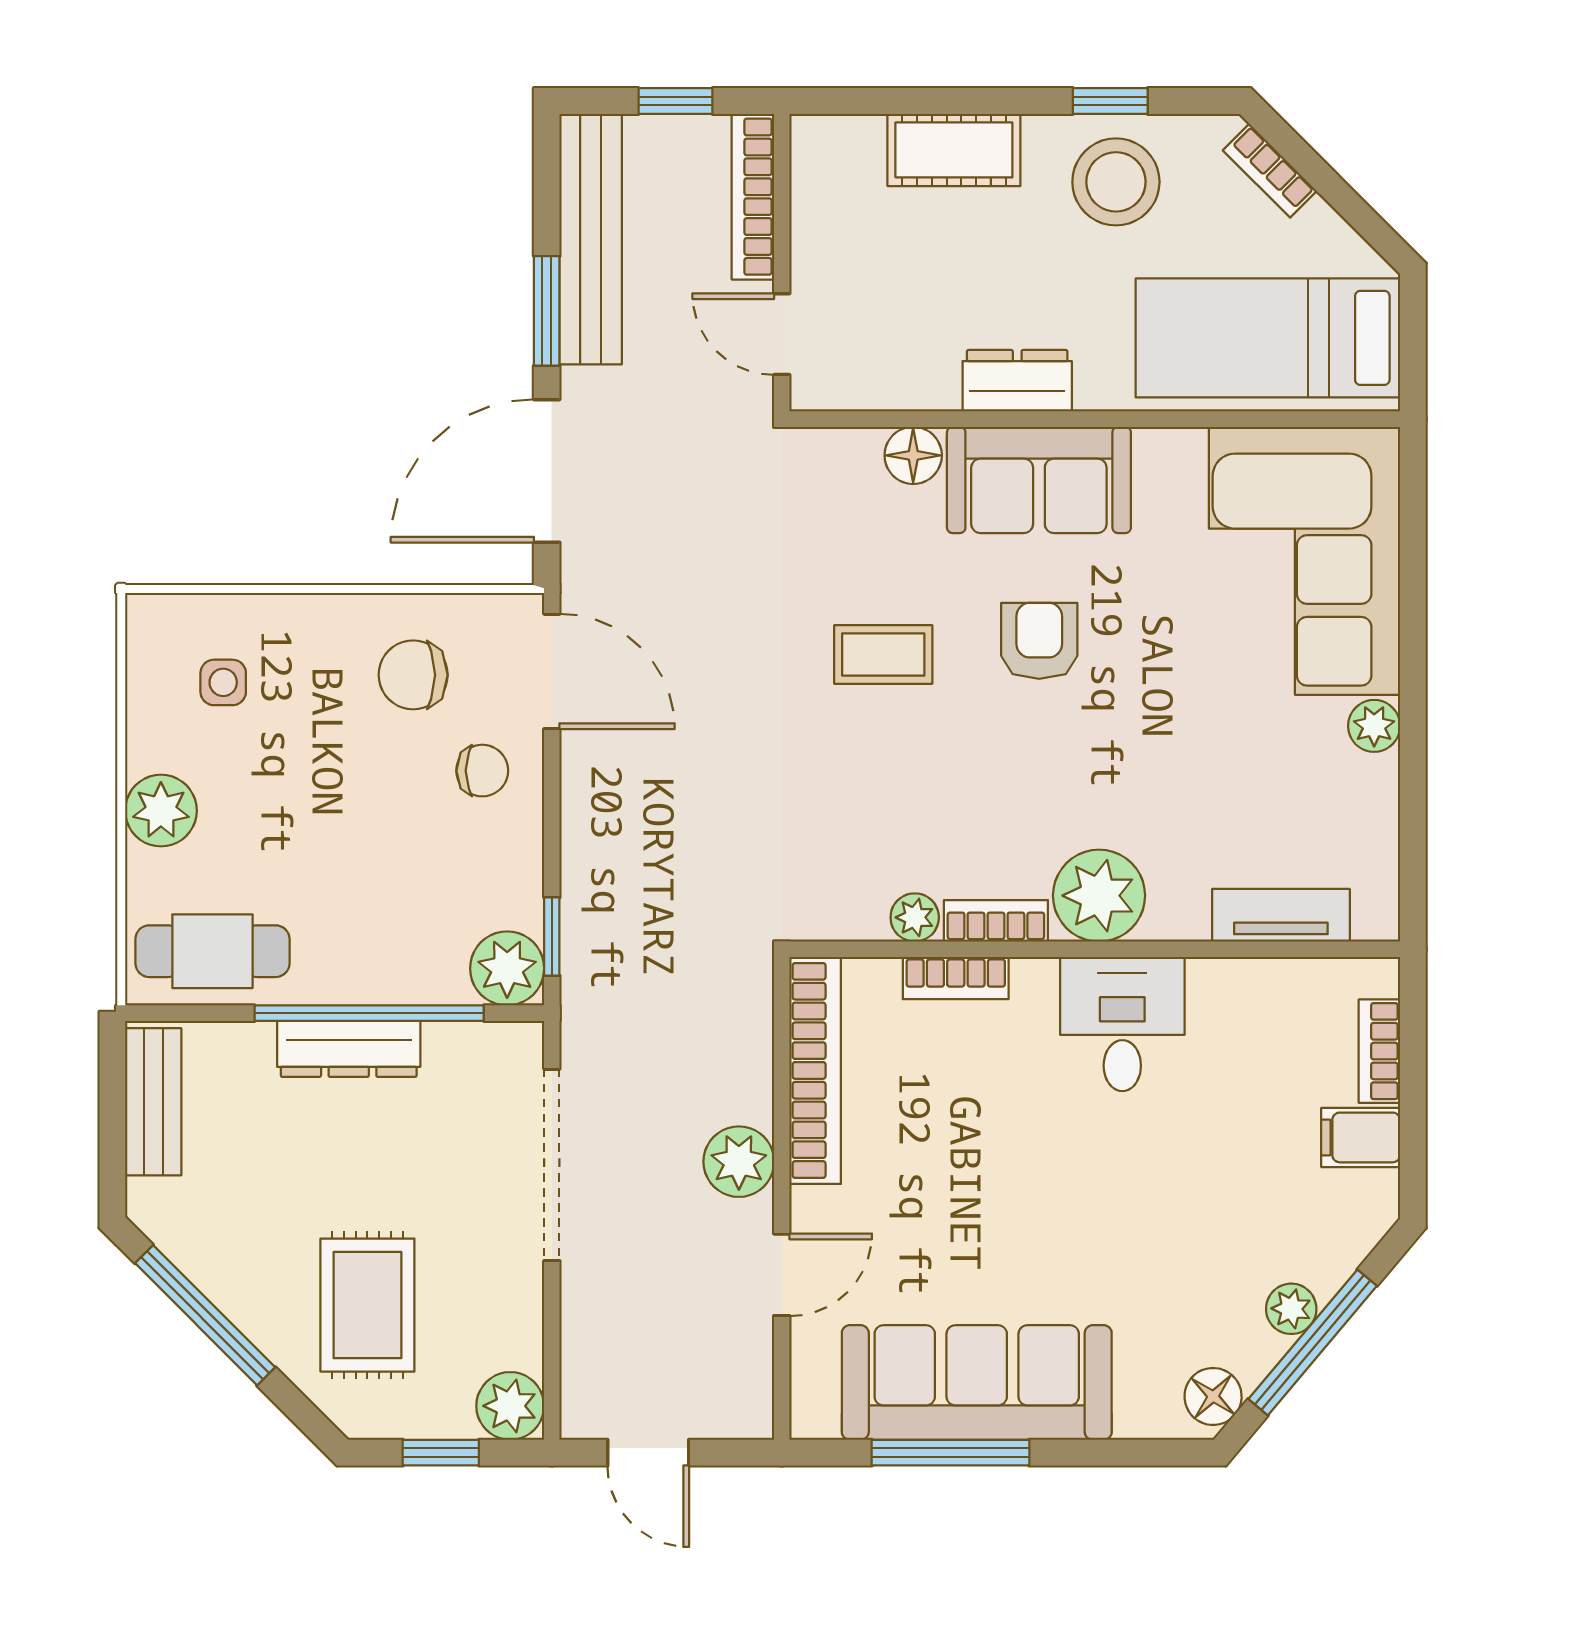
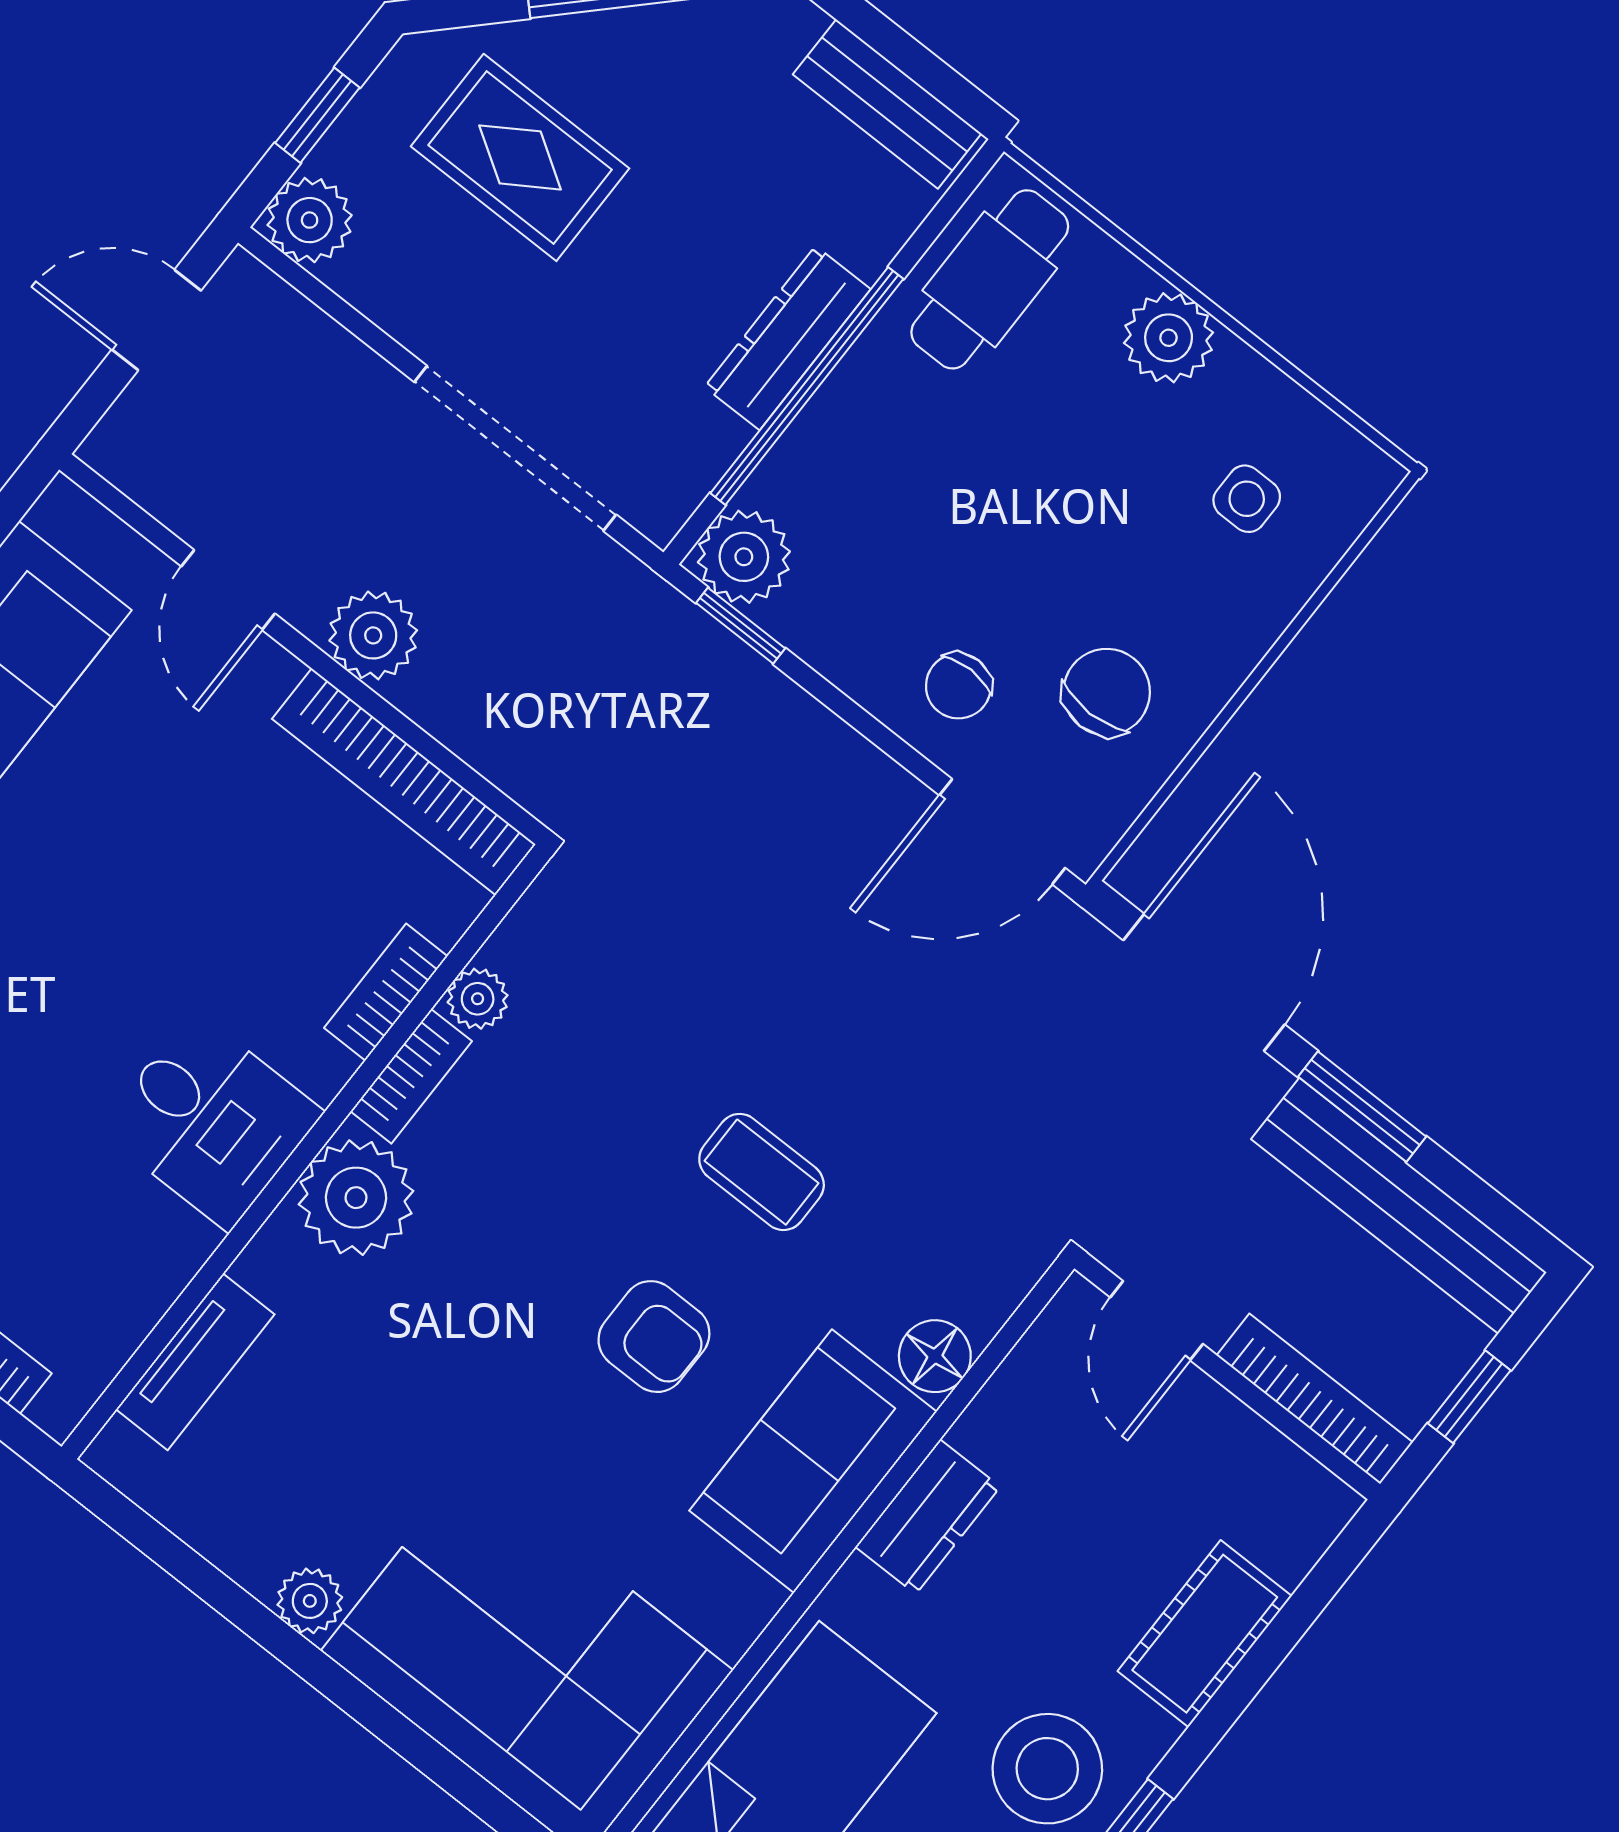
door: (782, 334) -> (1157, 1321), swing flipped
coffee table: (883, 654) -> (762, 1172), turned 90

